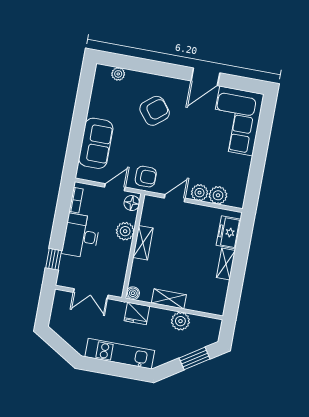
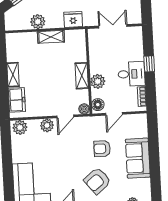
sofa: (96, 143) -> (138, 158), moved
armchair: (146, 177) -> (102, 149), moved
plant: (218, 195) -> (20, 127), moved
desk: (81, 236) -> (131, 74), width x0.73
window: (54, 259) -> (149, 64), moved
boiler: (133, 293) -> (84, 109), moved

